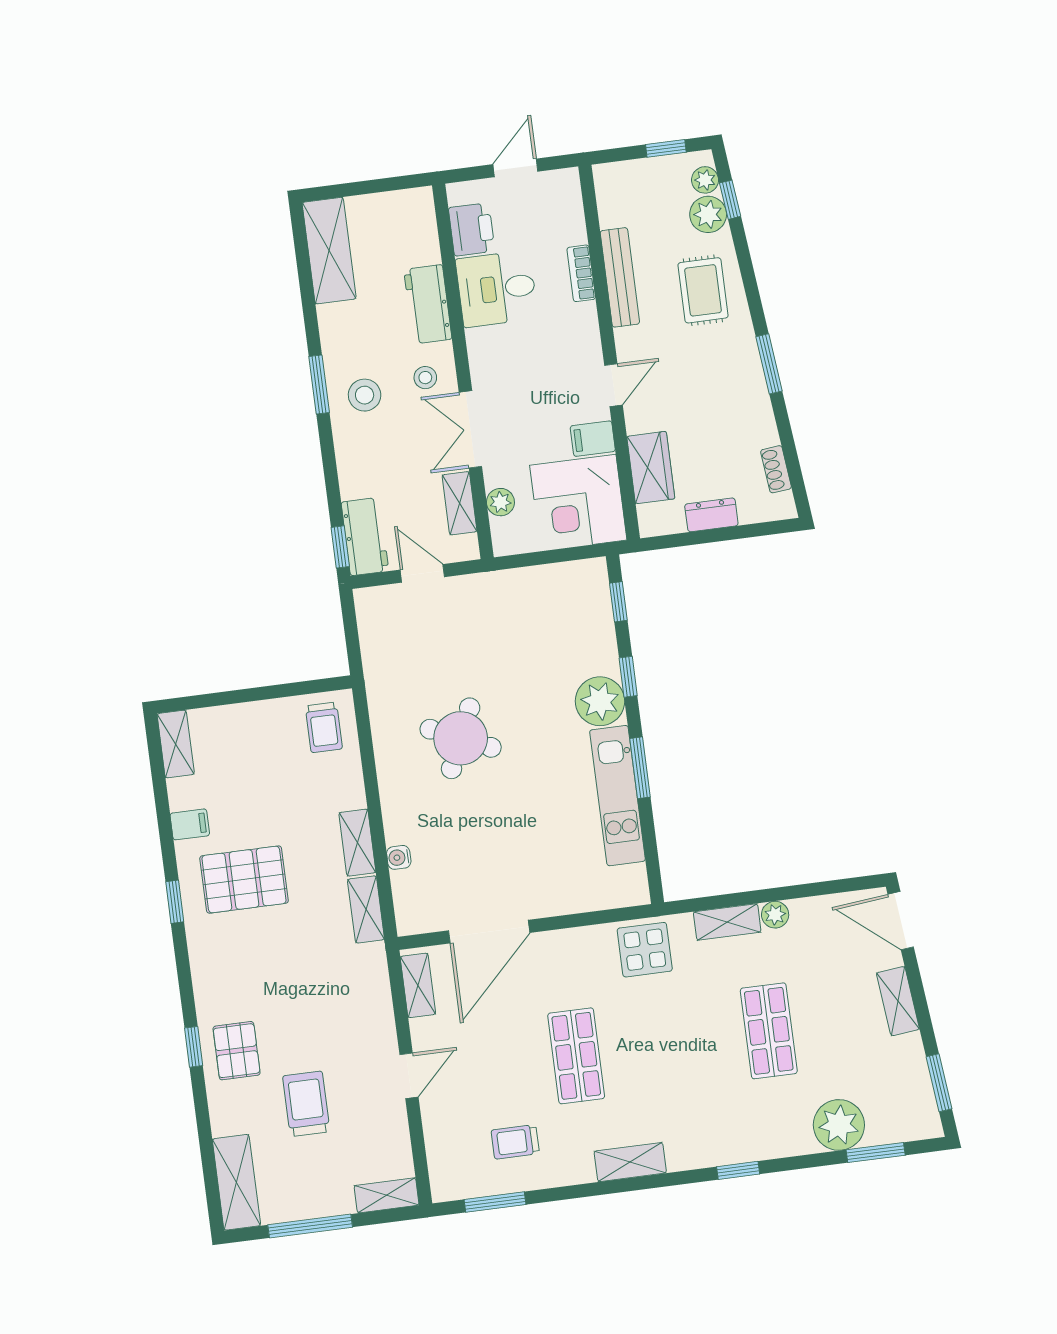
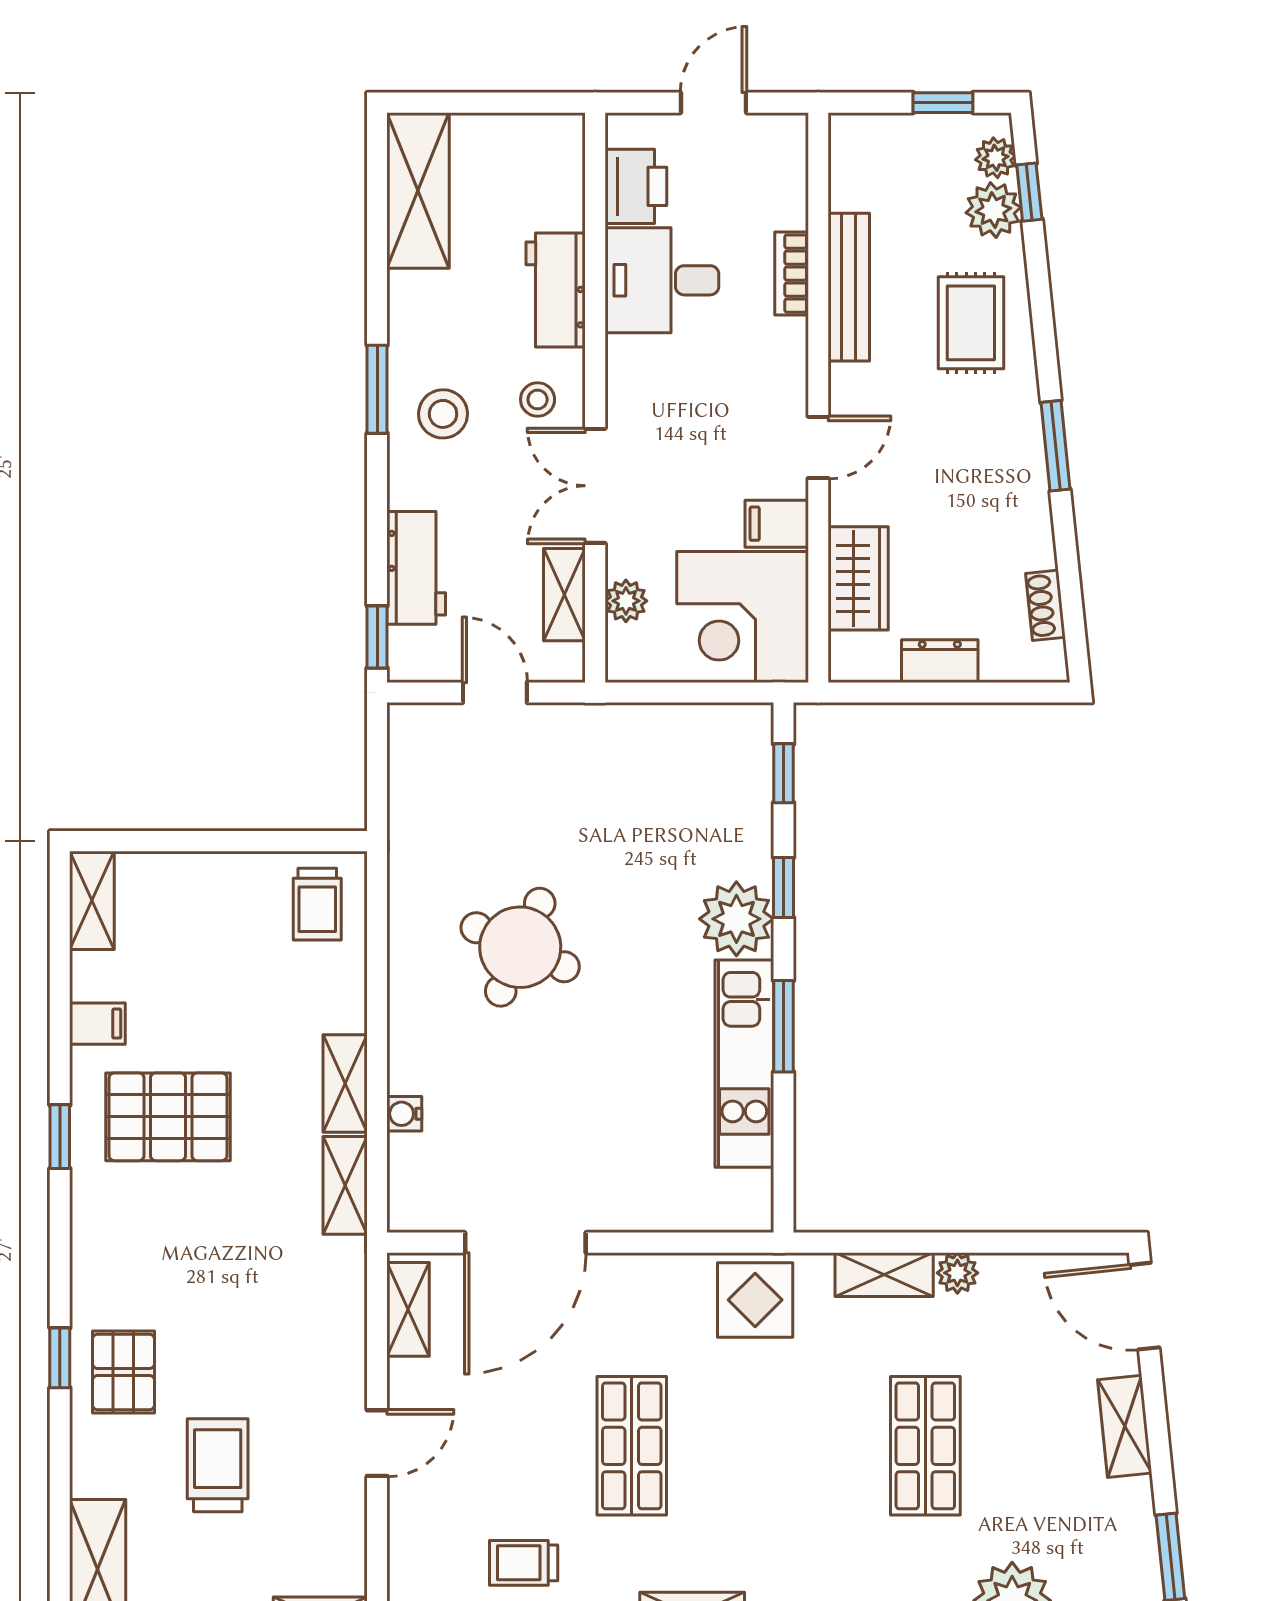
workbench: (365, 537) -> (416, 568), moved

